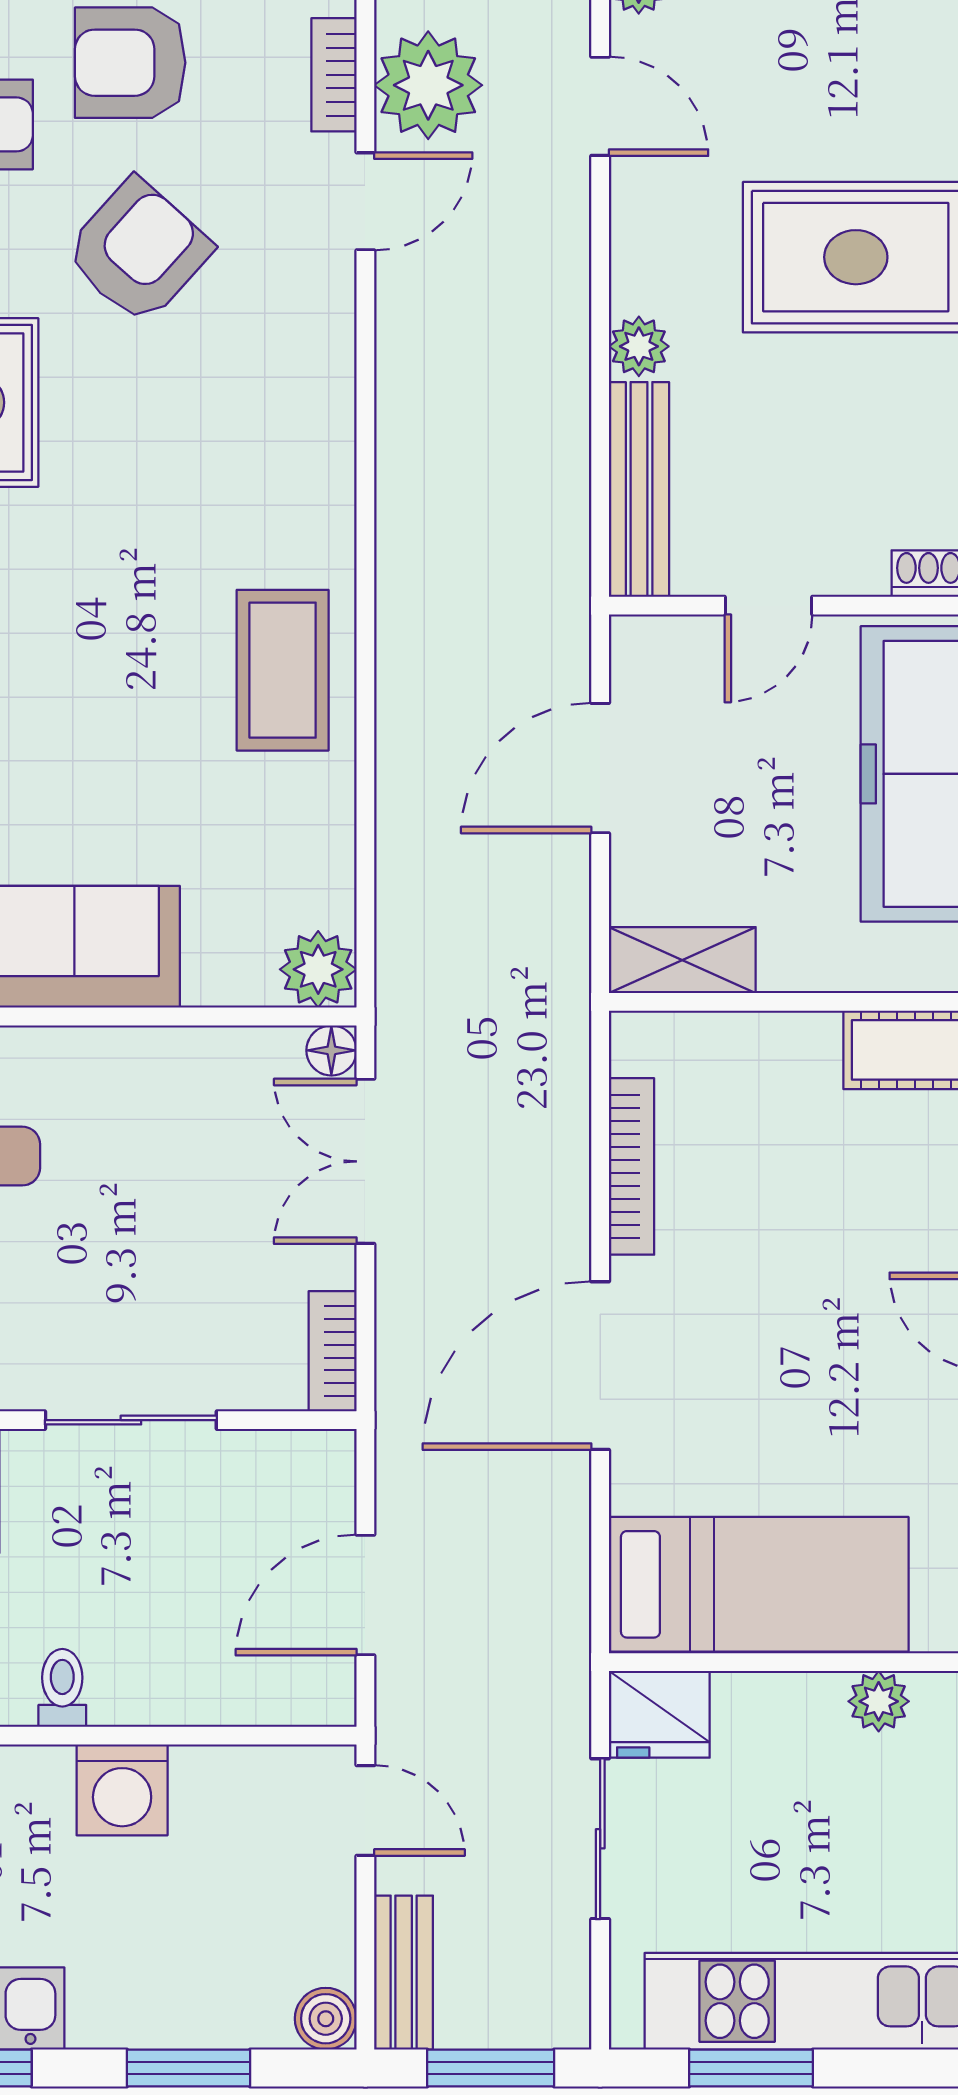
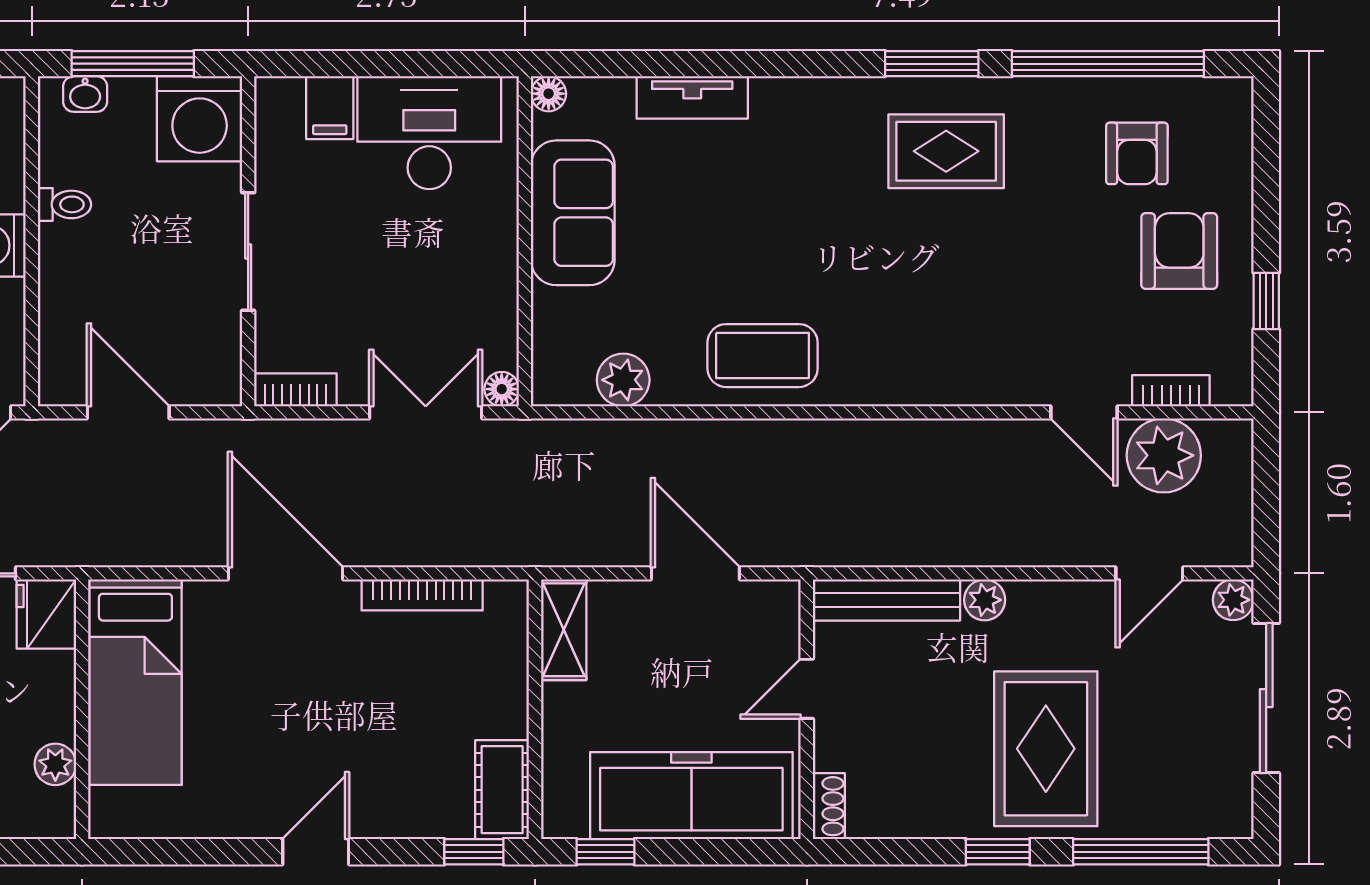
armchair: (138, 251) -> (1050, 256), removed
door: (768, 606) -> (807, 689), hinge flipped
plant: (318, 969) -> (623, 380), moved

